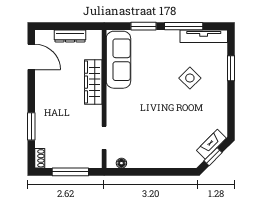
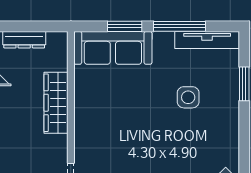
sofa: (118, 60) -> (113, 48), moved, turned 90
side table: (190, 78) -> (188, 97), turned 45

